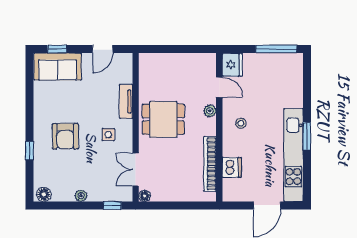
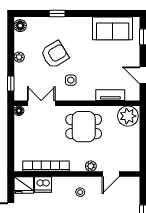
fridge: (232, 65) -> (24, 185), moved
sofa: (58, 66) -> (113, 28), moved, turned -90
plant: (151, 67) -> (128, 116), added
tv unit: (126, 102) -> (110, 95), moved
dining table: (163, 119) -> (84, 127), turned 90
armchair: (65, 136) -> (55, 55), moved, turned 149

